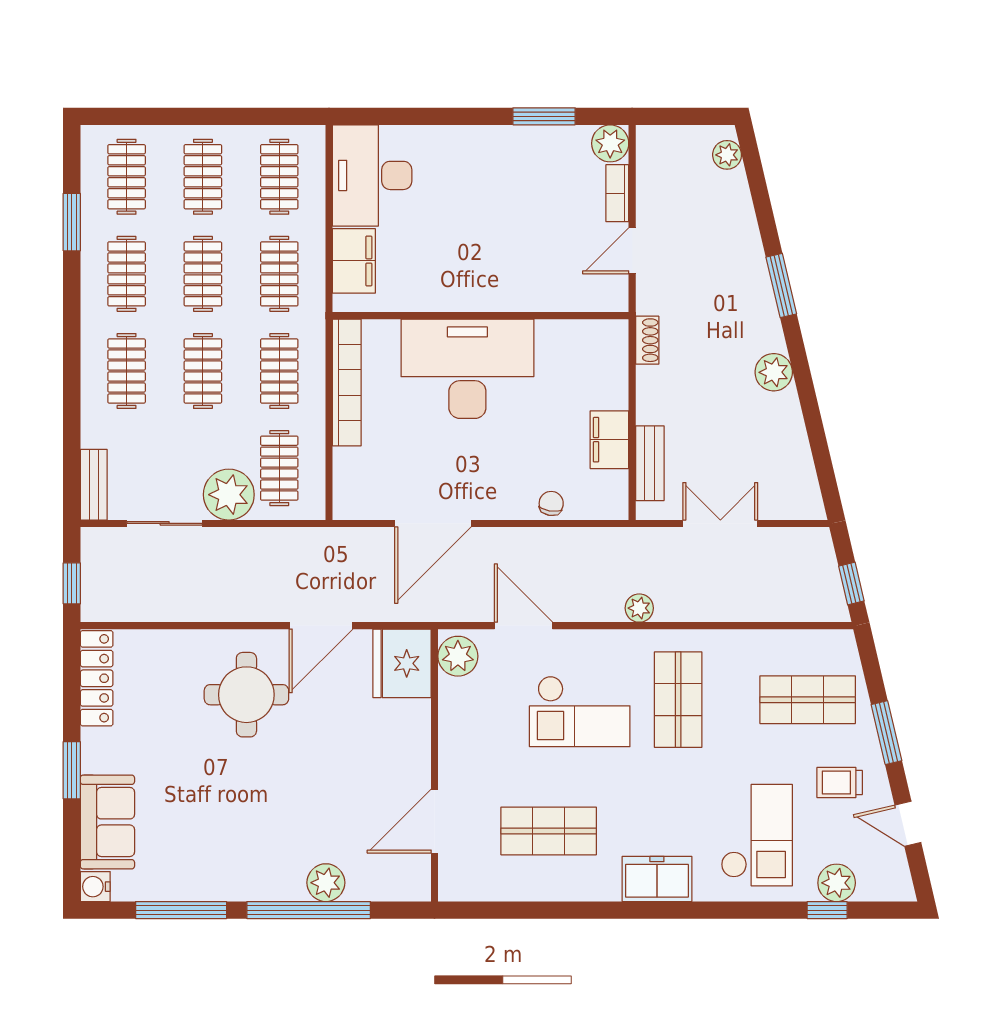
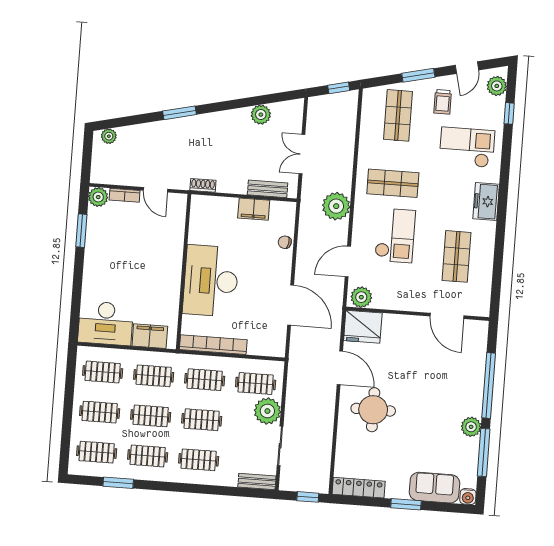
plant: (774, 372) -> (261, 115), moved
plant: (639, 608) -> (336, 206), width x1.88, depth x1.88
plant: (326, 883) -> (471, 427), moved
plant: (837, 883) -> (497, 86), moved

